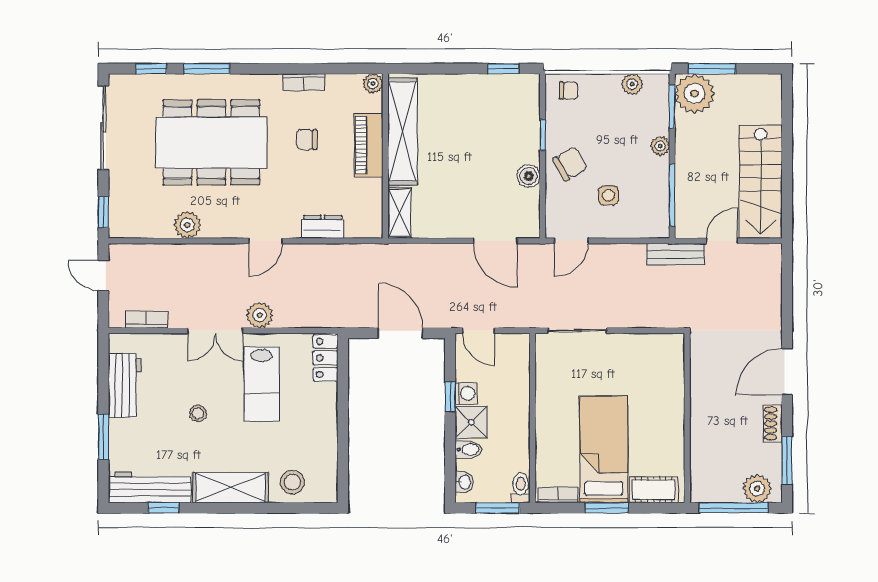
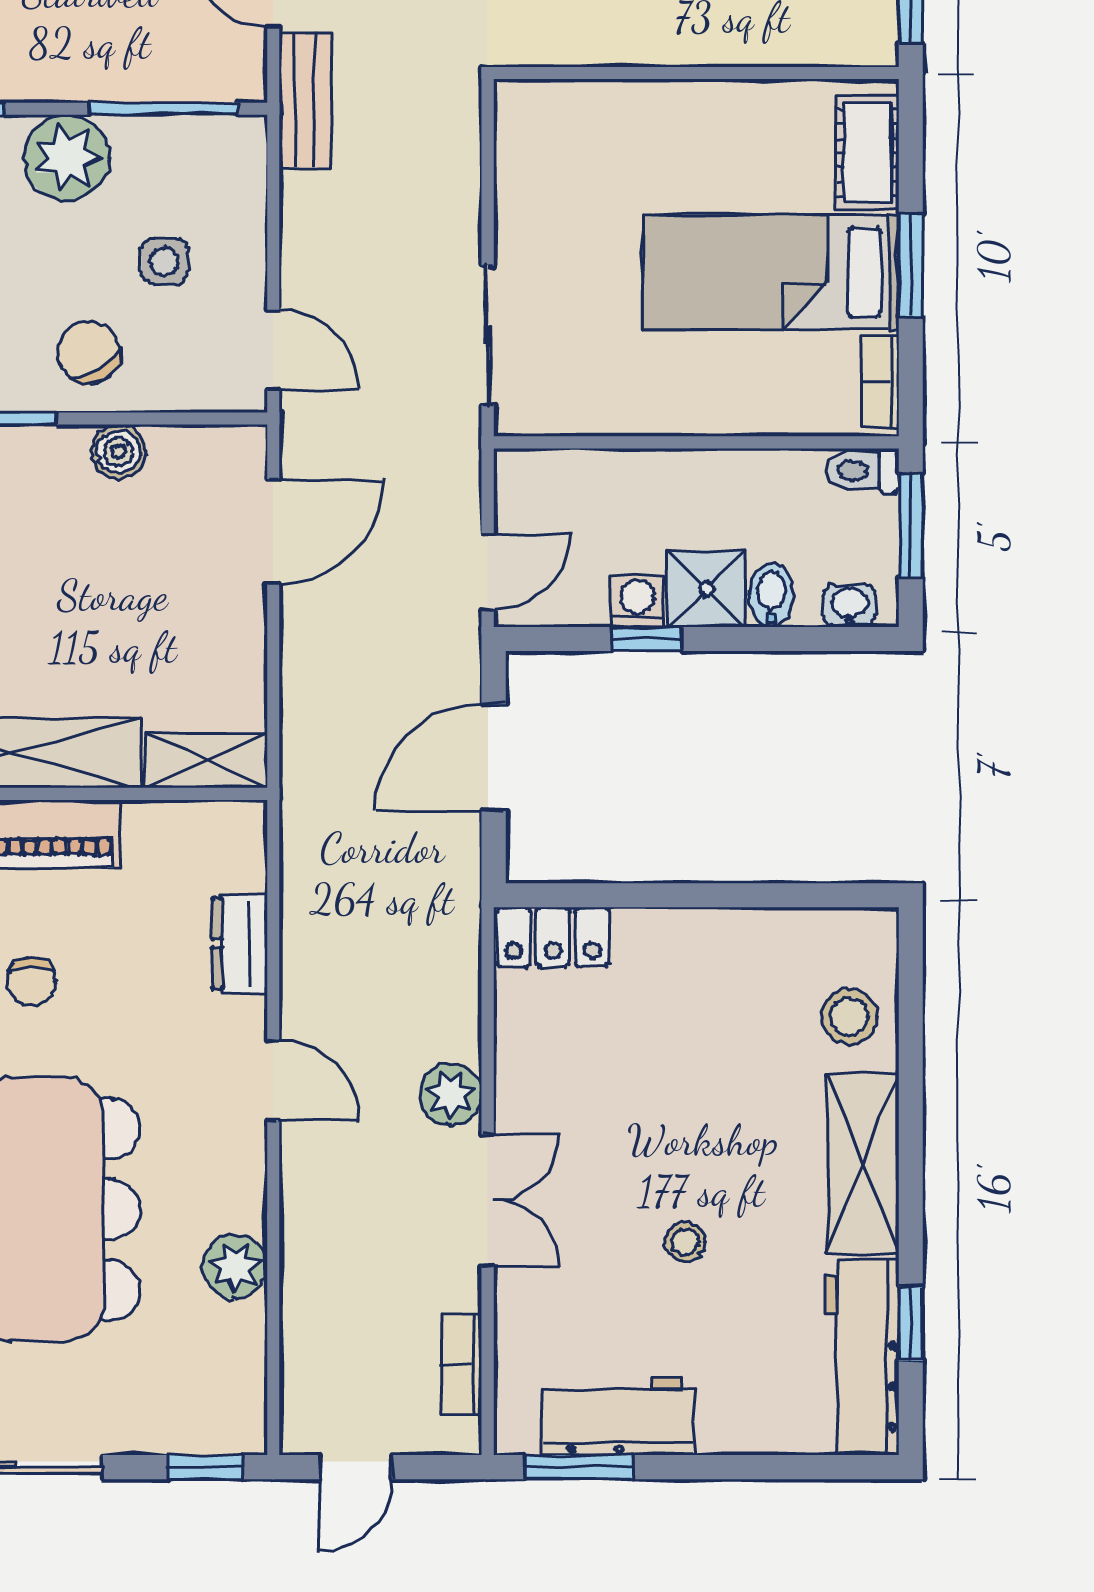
plant: (660, 146) -> (67, 158), width x1.88, depth x1.88
lab bench: (262, 384) -> (615, 1089), removed
window: (103, 437) -> (579, 1467), moved

